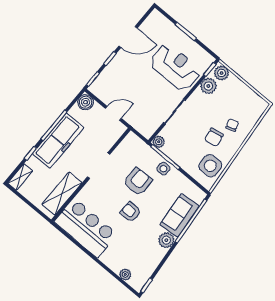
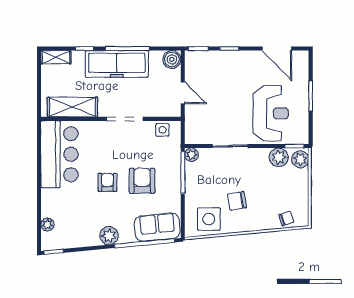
door: (128, 37) -> (277, 49), moved
chair: (232, 125) -> (286, 219), moved
side table: (163, 169) -> (162, 130), moved
armchair: (138, 181) -> (142, 181), moved, turned -89
sofa: (180, 215) -> (157, 227), moved

